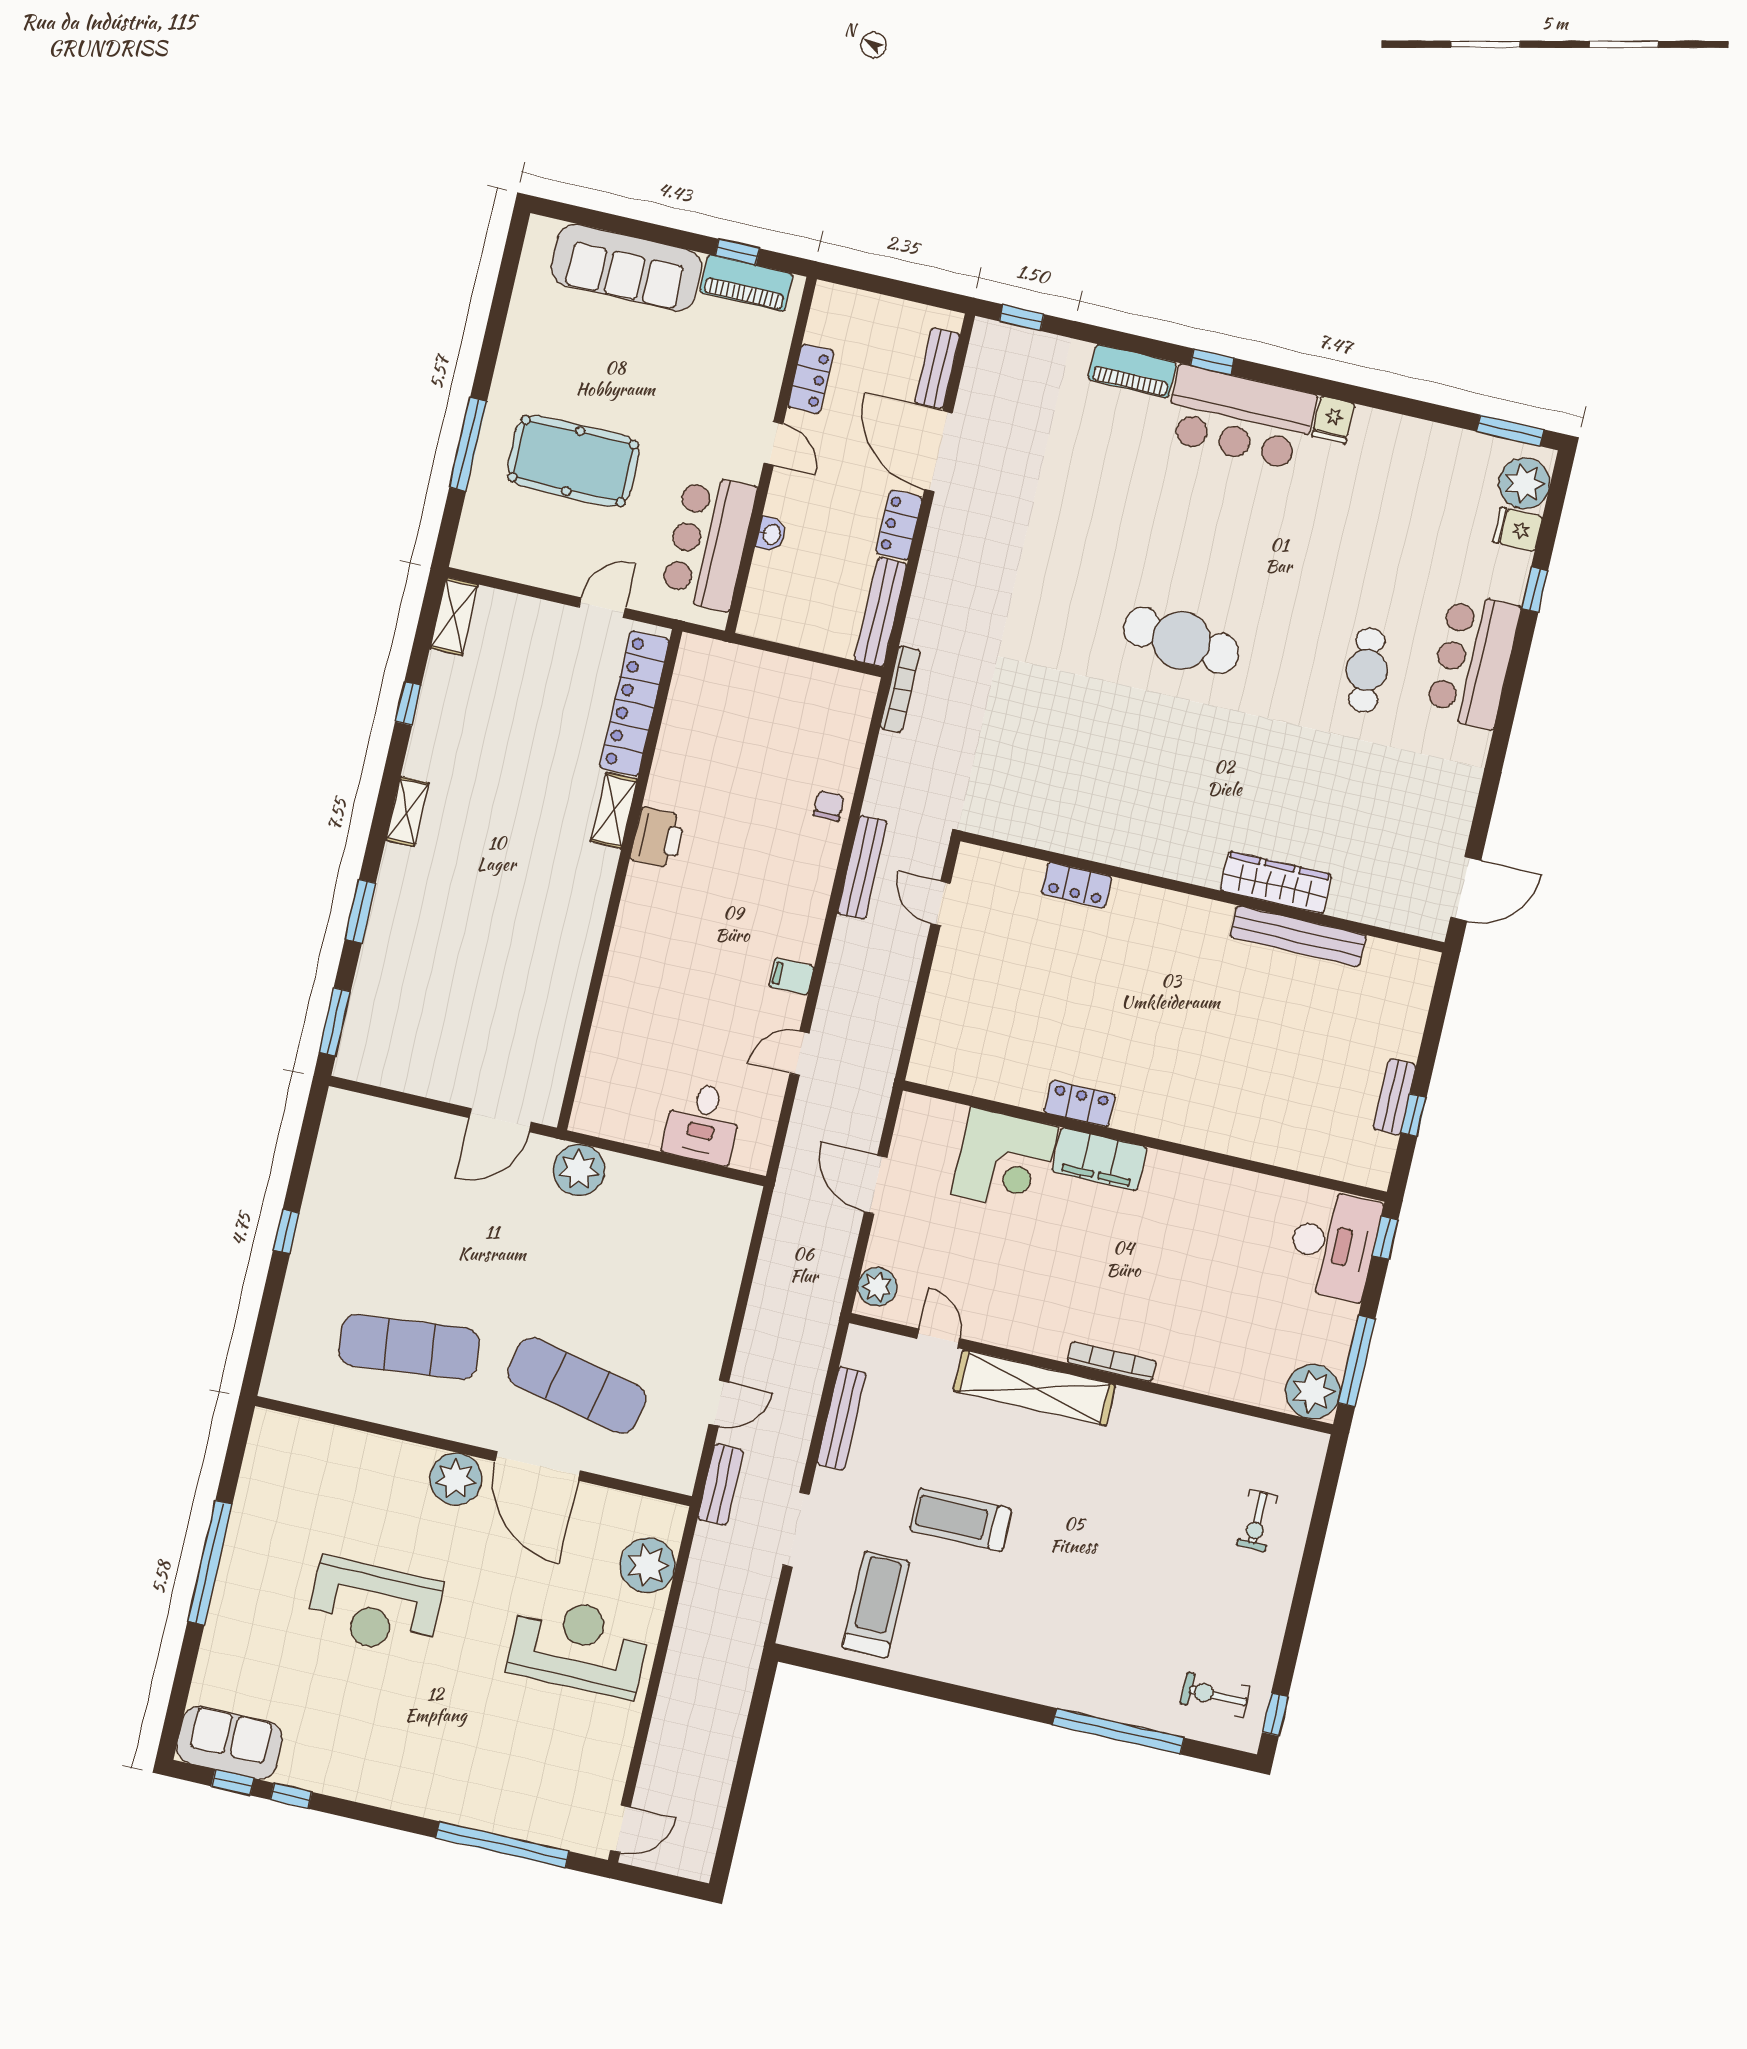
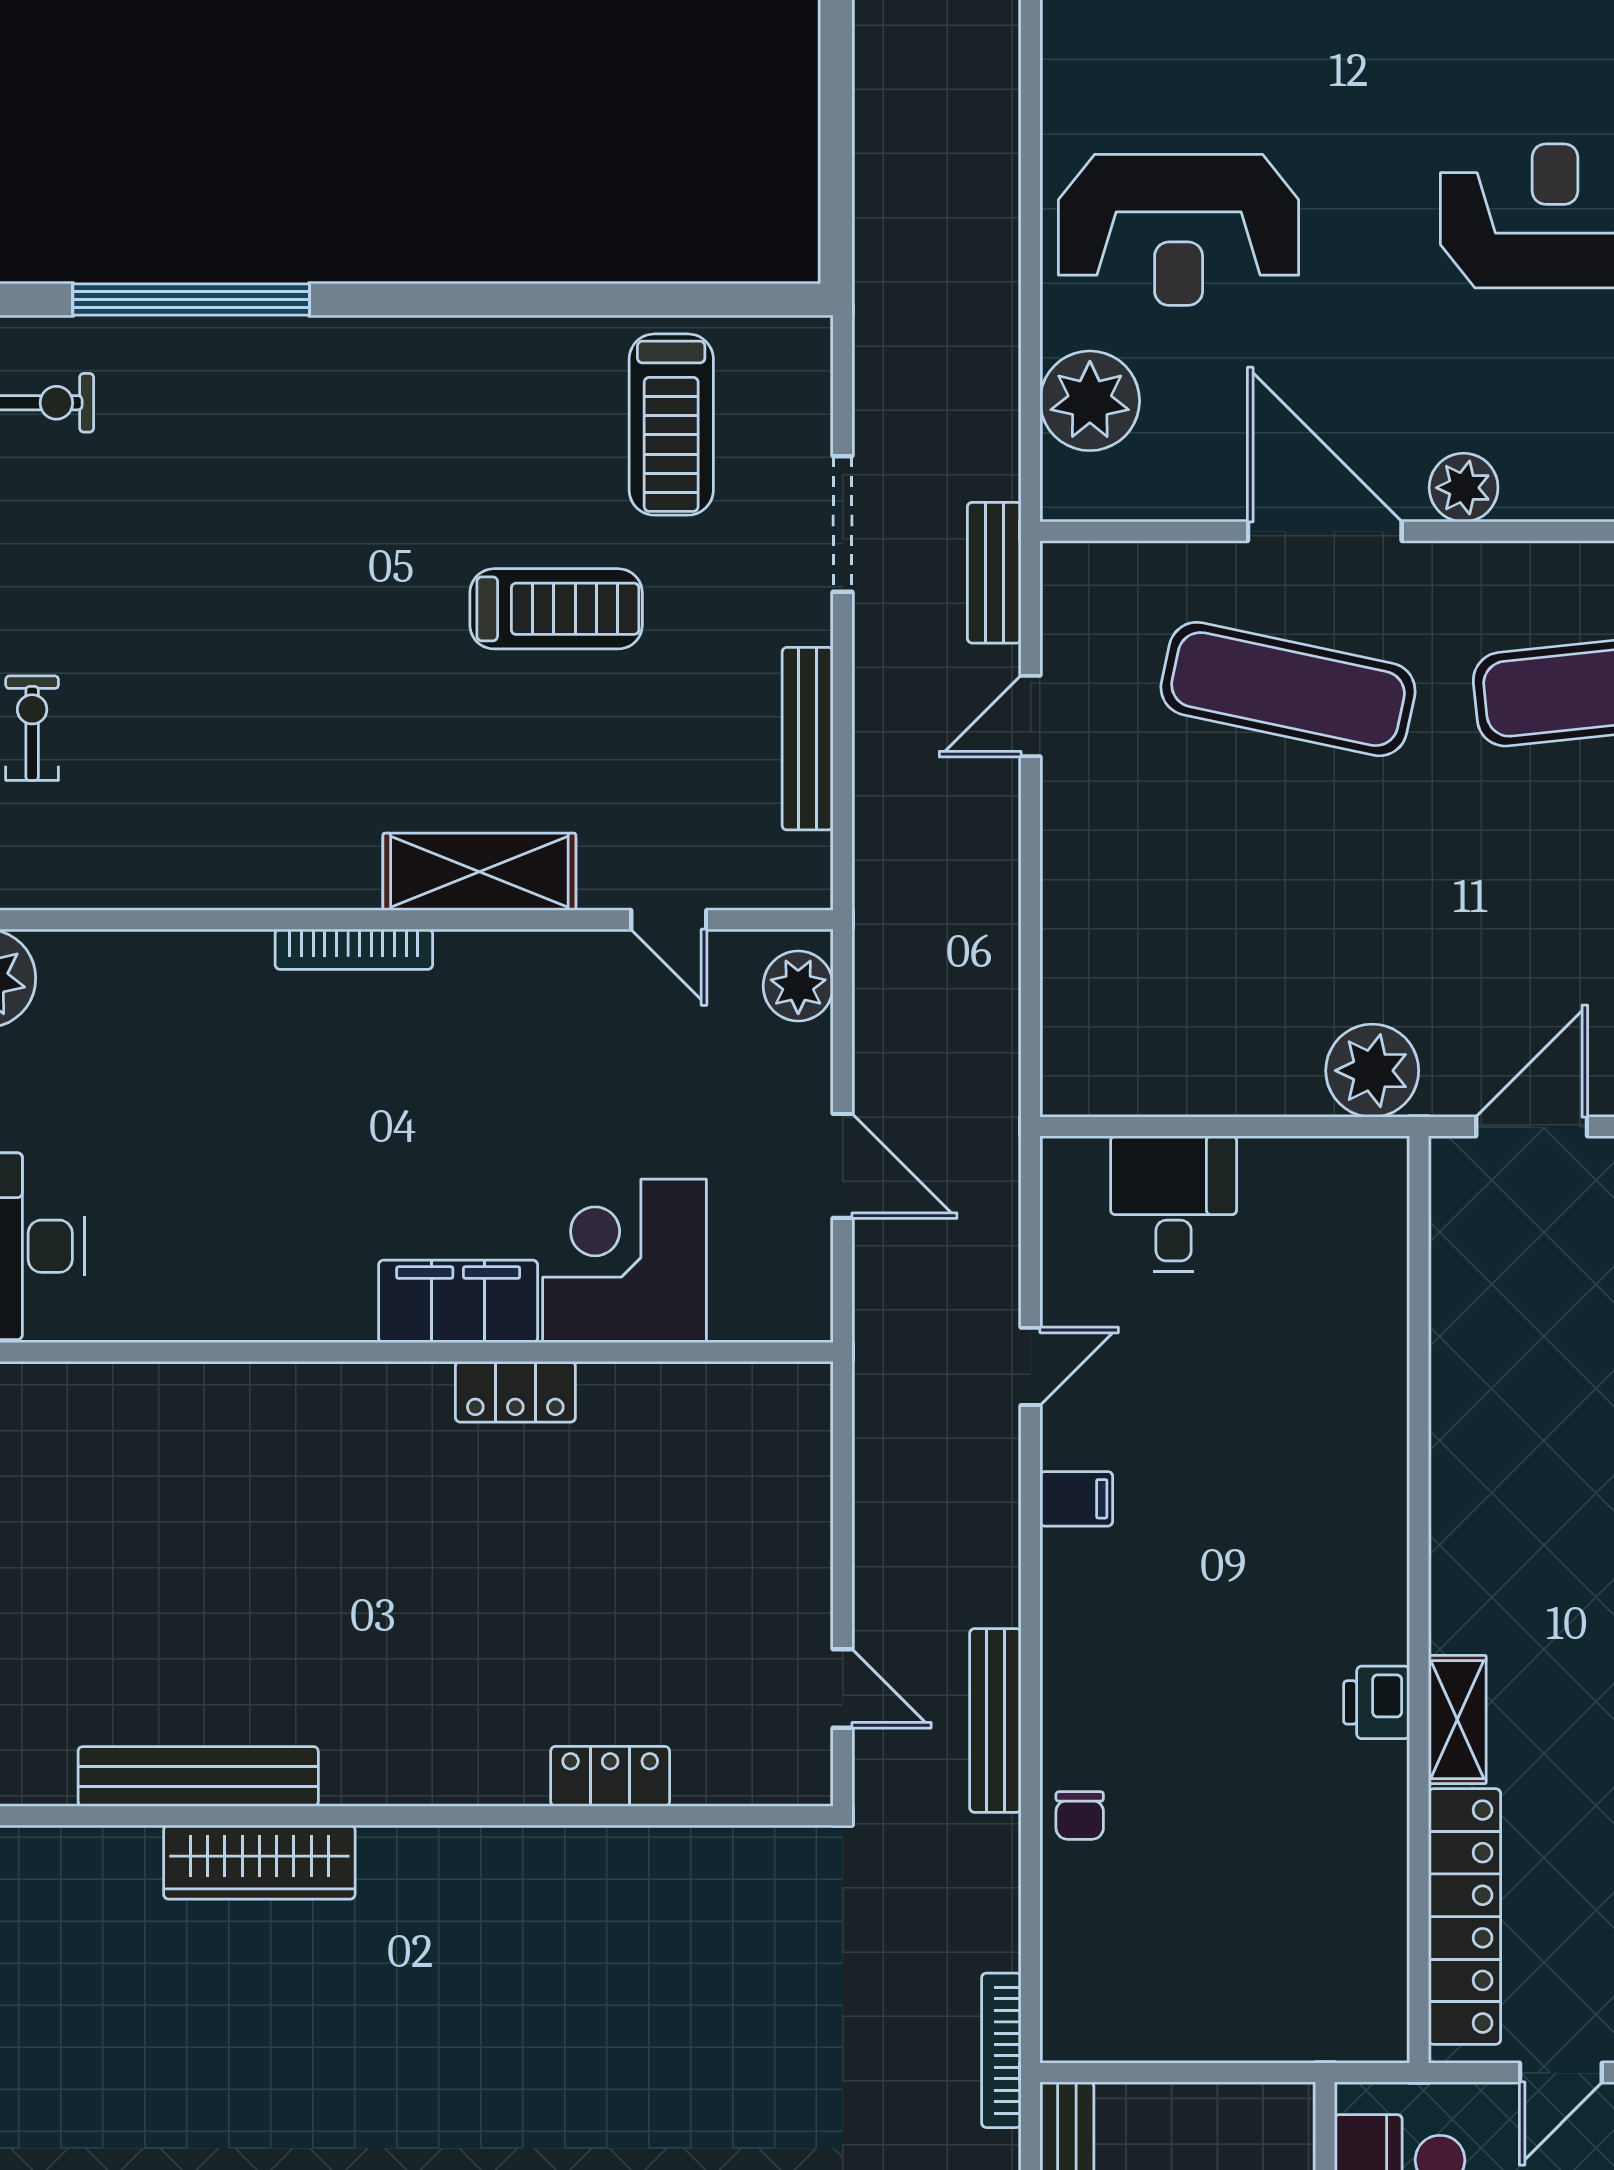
printer: (658, 838) -> (1377, 1702), width x0.73, depth x0.81
shelving: (1035, 1388) -> (479, 872), width x0.68
plant: (456, 1479) -> (1464, 488), width x0.73, depth x0.73

